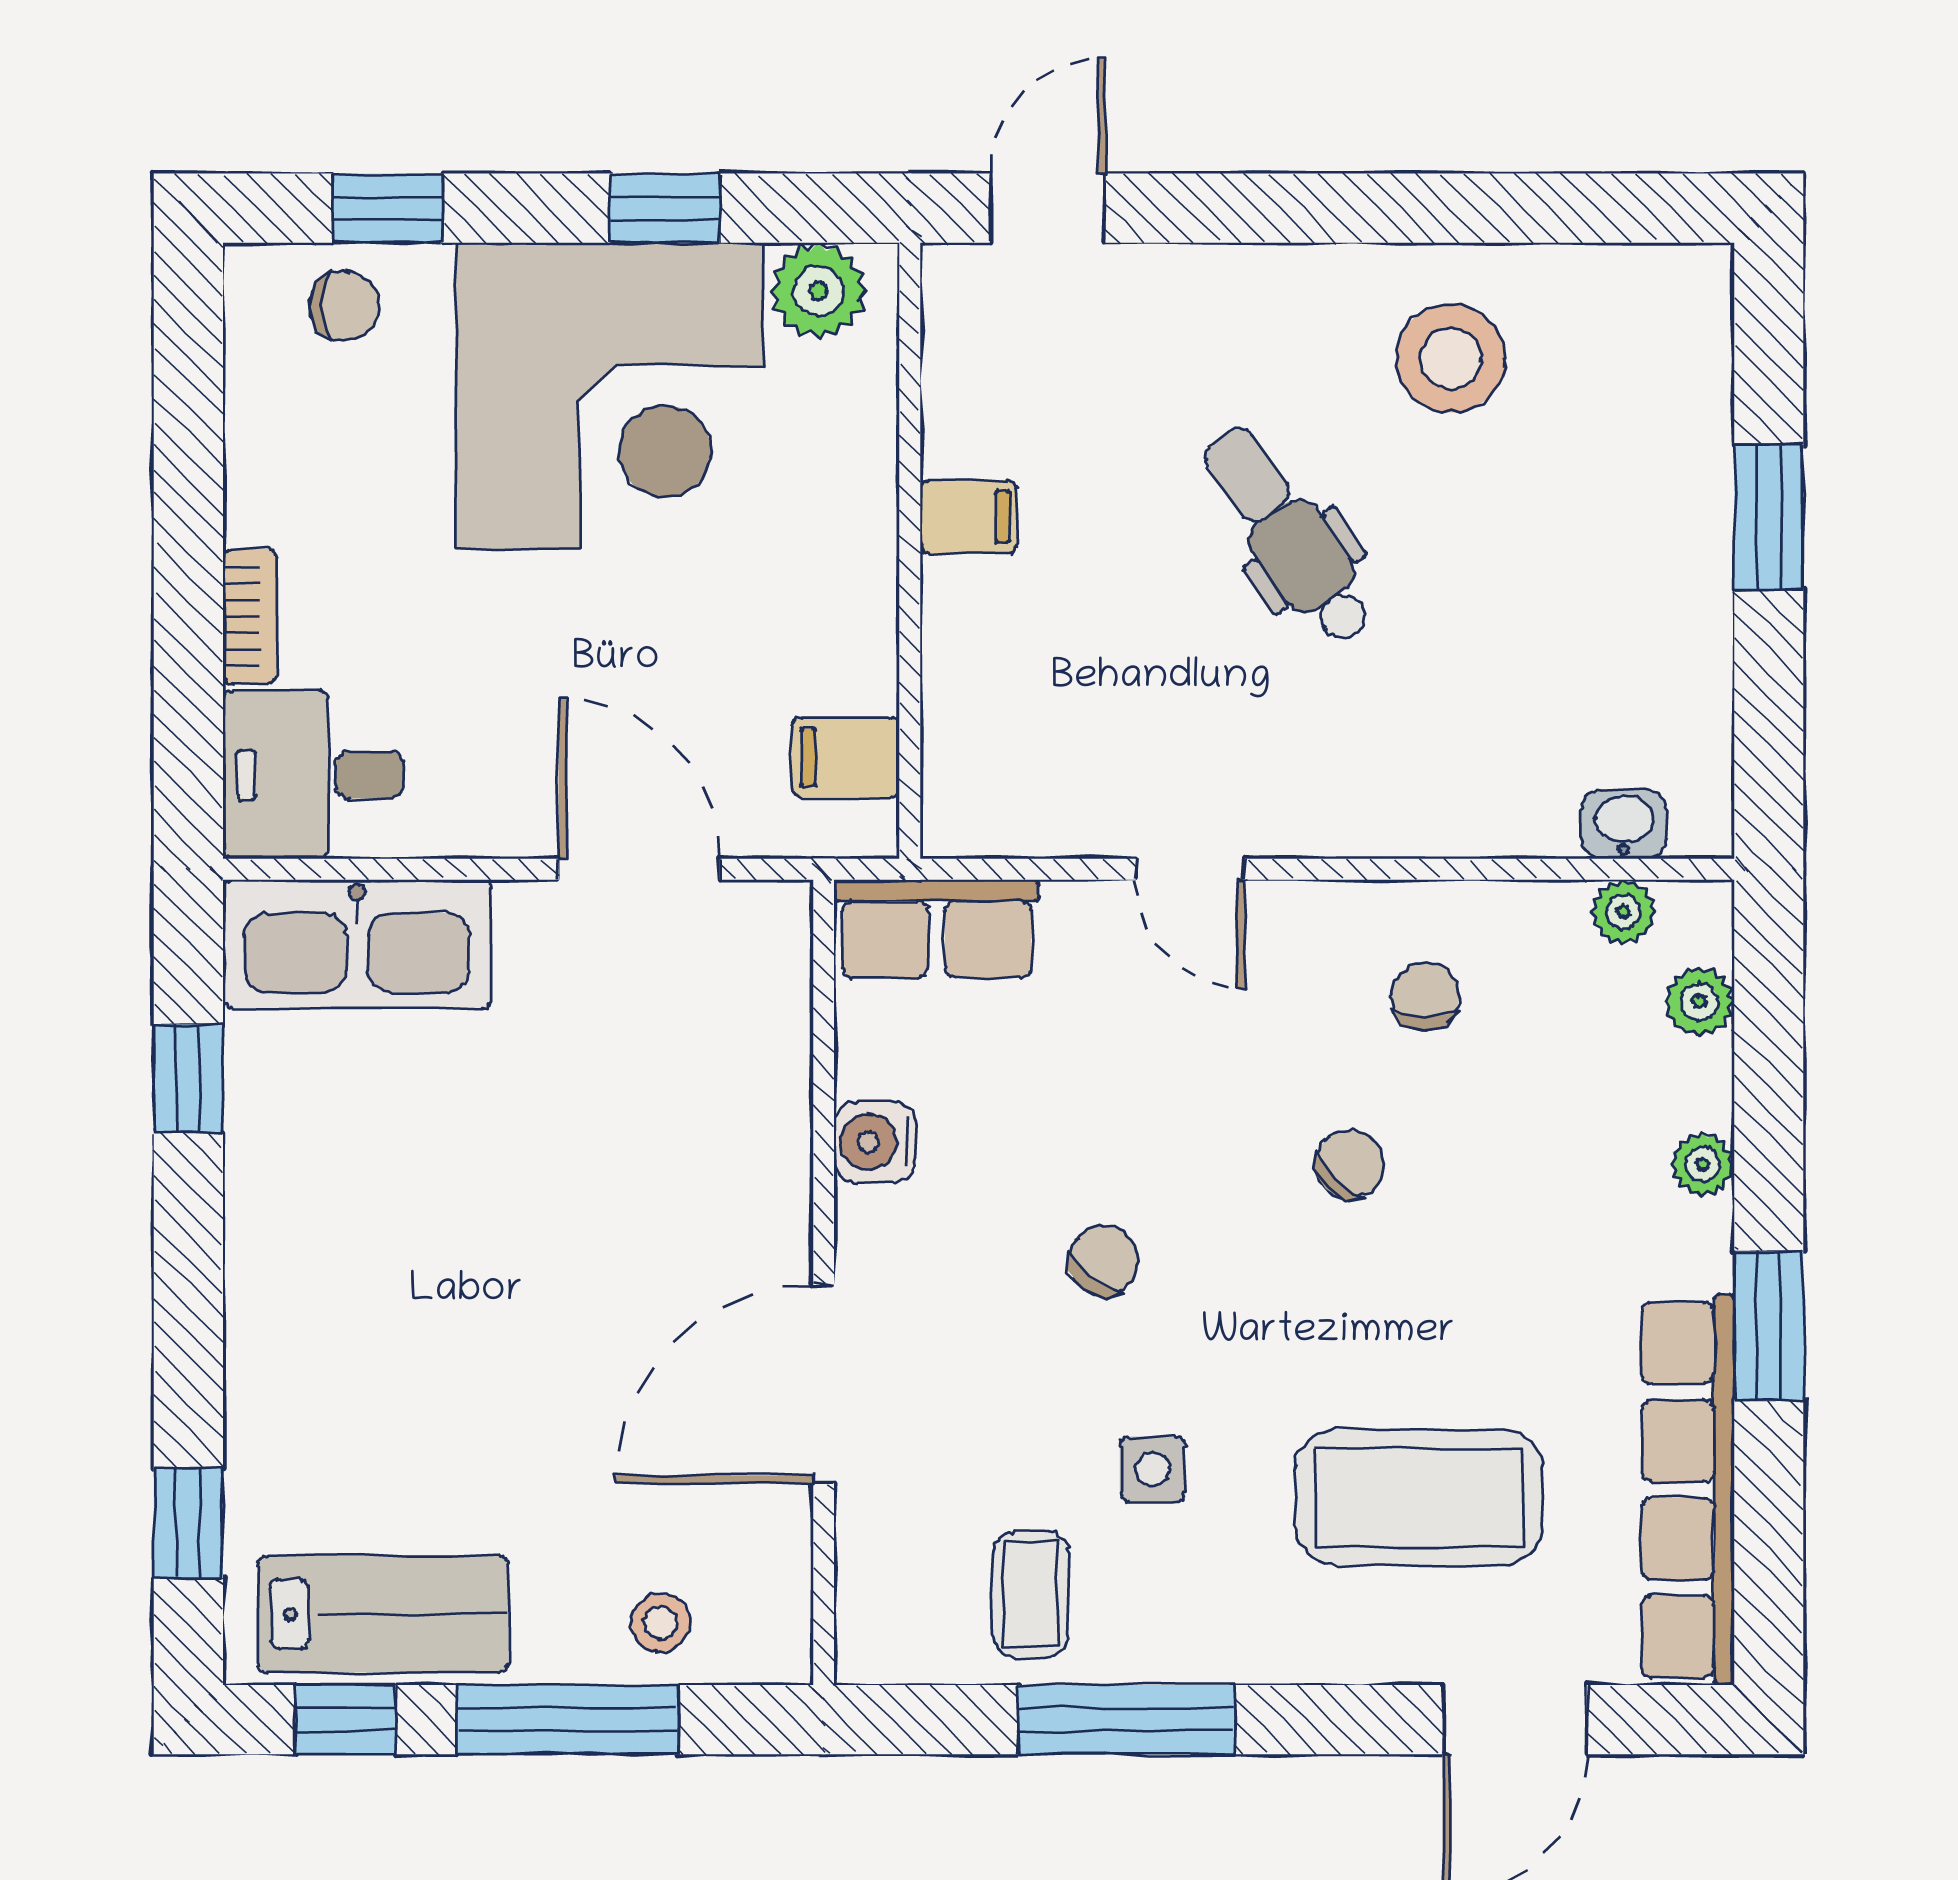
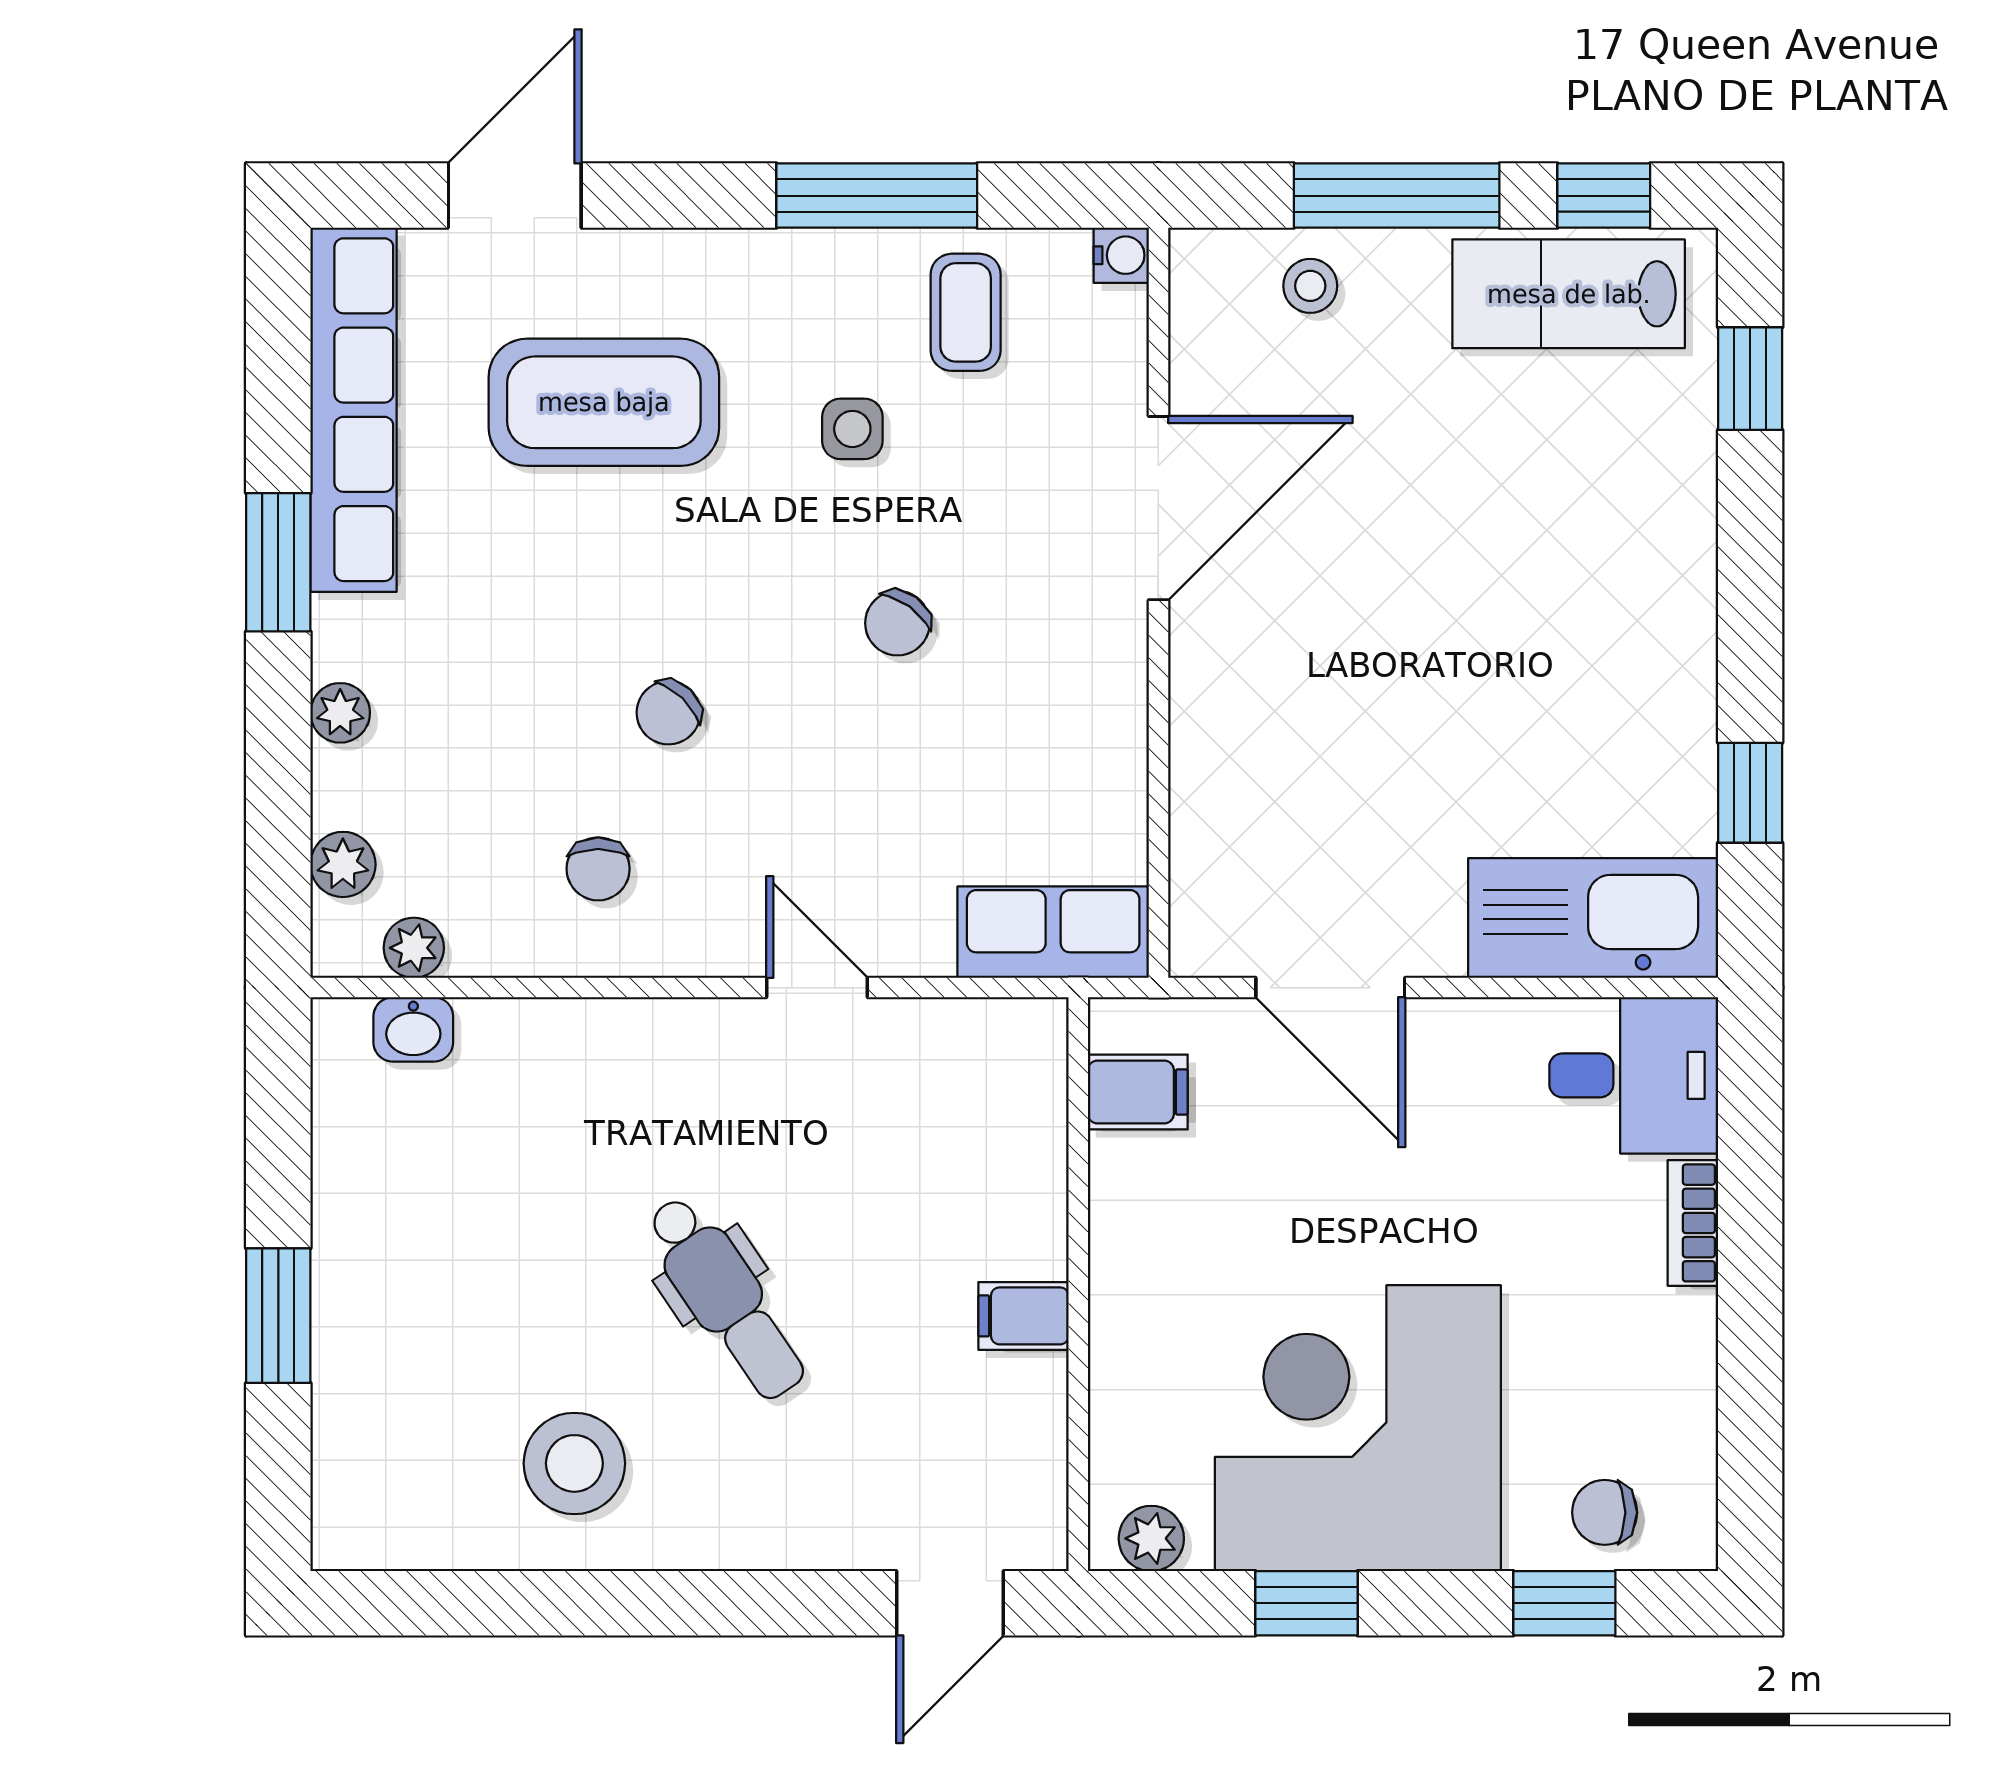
plant: (818, 291) -> (1151, 1538), width x0.73, depth x0.73
water cooler: (875, 1142) -> (1121, 255), moved, width x0.72, depth x0.72

